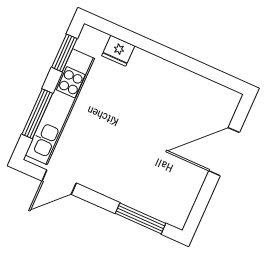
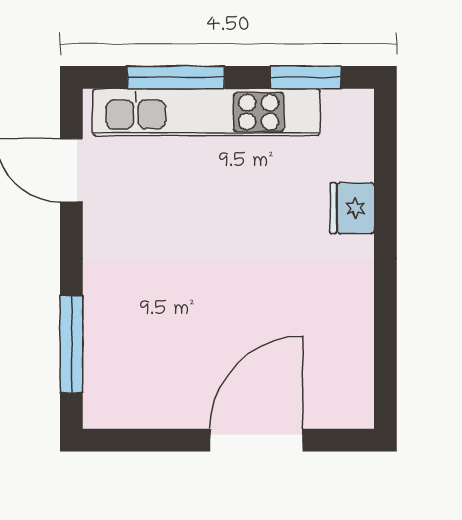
fridge: (118, 51) -> (352, 208), moved
door: (224, 152) -> (257, 440), hinge flipped

